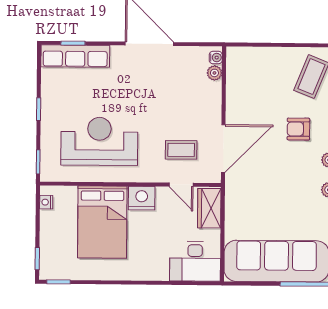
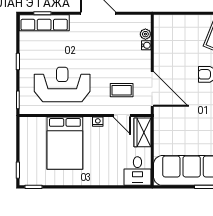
water cooler: (216, 58) -> (146, 45), moved
door: (223, 149) -> (152, 89), hinge flipped
nightstand: (142, 198) -> (98, 122), width x0.53, depth x0.56
nightstand: (46, 202) -> (24, 129), removed
desk: (195, 261) -> (137, 171), width x0.73

